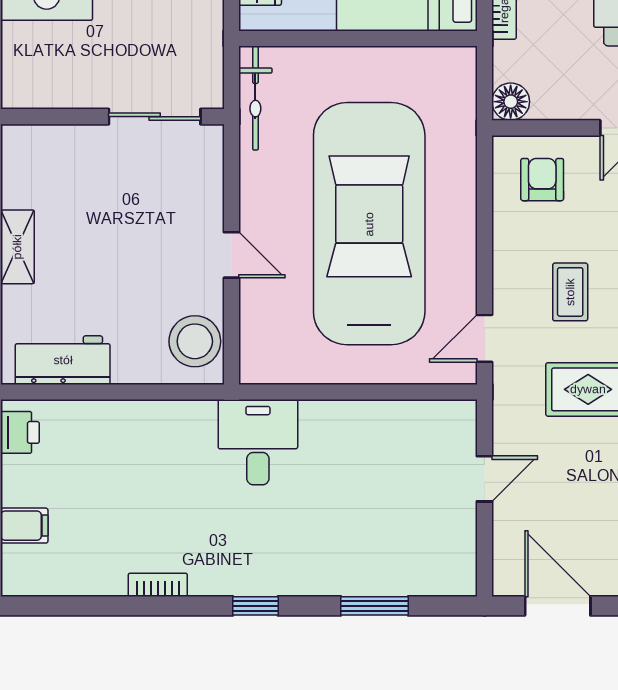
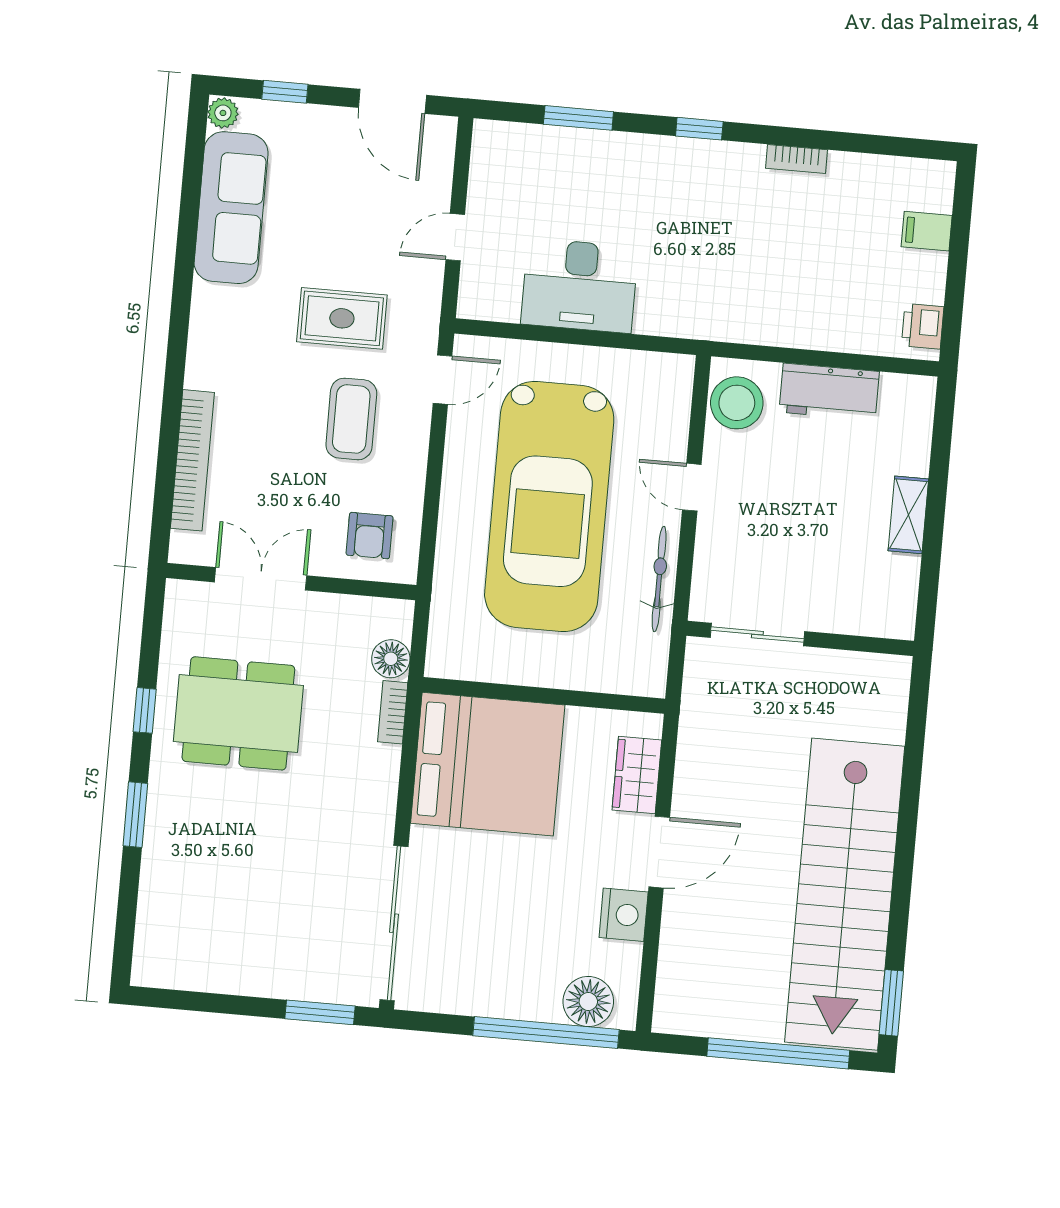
bicycle: (255, 98) -> (659, 579), moved
floor lamp: (511, 102) -> (391, 659), moved
coffee table: (570, 292) -> (351, 419), width x1.36, depth x1.30
workbench: (63, 360) -> (829, 392), moved
desk: (258, 442) -> (579, 286), moved, width x1.37

